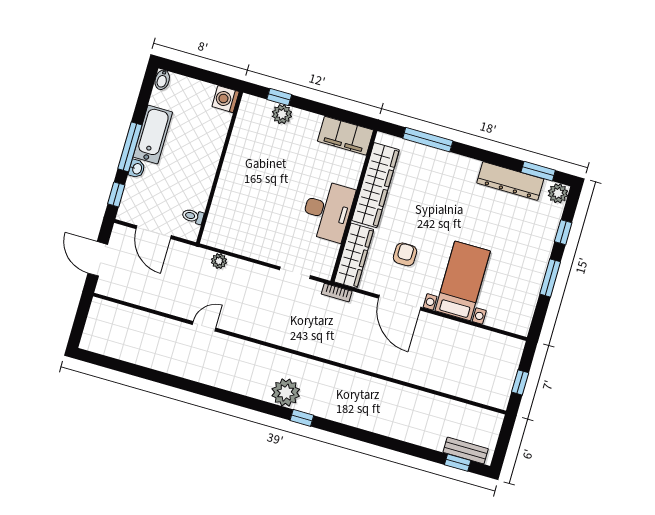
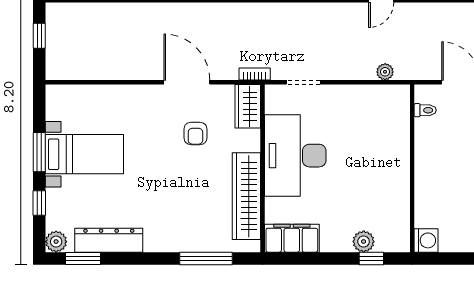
desk: (327, 211) -> (295, 156), width x1.36, depth x1.30
wardrobe: (354, 256) -> (248, 106), width x0.67
bed with nightstands: (463, 281) -> (84, 154), moved, turned -90

